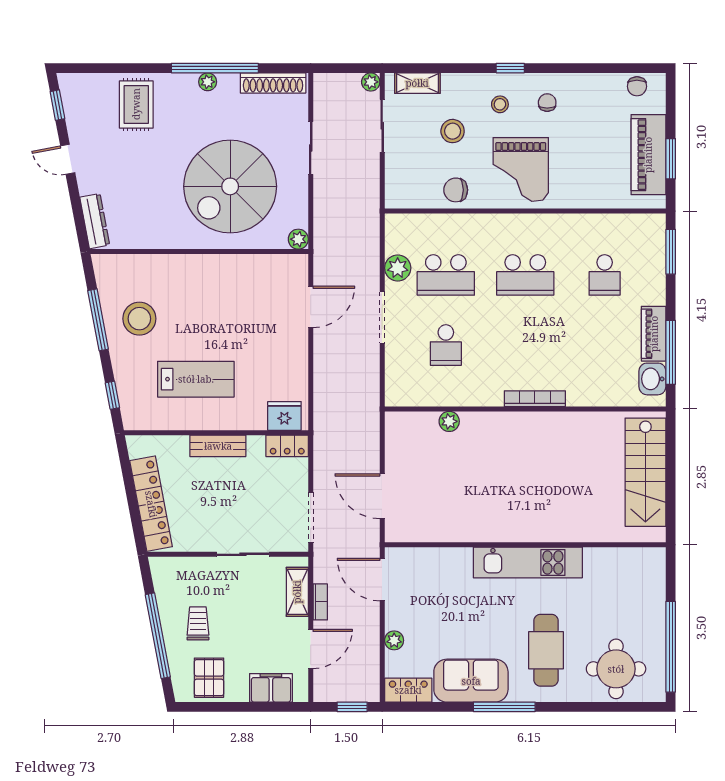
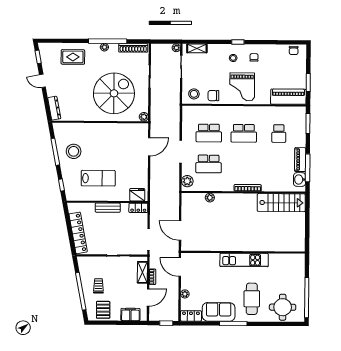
rug: (136, 104) -> (73, 57), turned 90
stool: (453, 131) -> (194, 94), moved
piano: (648, 155) -> (288, 97), moved, turned 90
spiral stairs: (230, 186) -> (114, 93), turned 180
plant: (398, 268) -> (187, 181), moved
school desk: (446, 345) -> (209, 164), width x1.85
stairs: (645, 472) -> (281, 203), moved, turned -90

